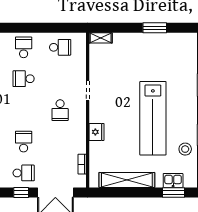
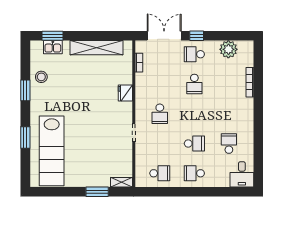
window: (155, 28) -> (97, 192), moved
school desk: (24, 47) -> (194, 173), turned 90
school desk: (60, 47) -> (160, 173), turned 180
school desk: (60, 110) -> (160, 114), turned 180
lab bench: (153, 118) -> (52, 151), moved, turned 180

